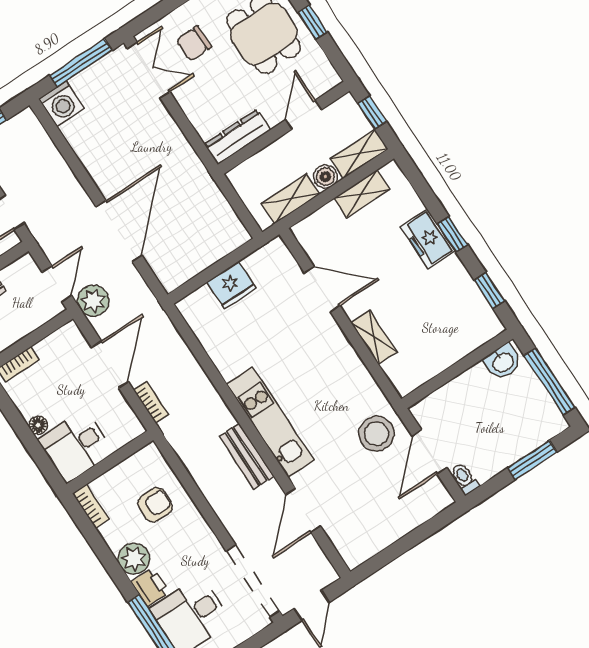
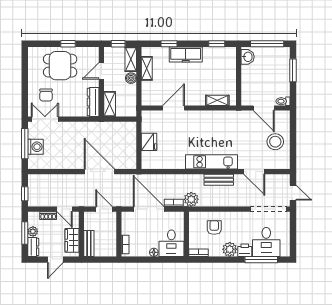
washing machine: (61, 104) -> (35, 147), moved
door: (303, 115) -> (101, 71), hinge flipped
shelving: (291, 199) -> (110, 104), moved
window: (453, 234) -> (169, 44), moved
freezer: (428, 239) -> (186, 54), width x1.40
plant: (93, 301) -> (191, 199), moved
shelving: (374, 337) -> (217, 100), moved
door: (110, 365) -> (149, 209), width x1.36
stool: (376, 434) -> (275, 142), moved

